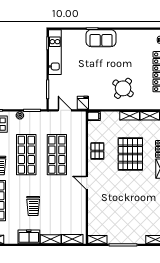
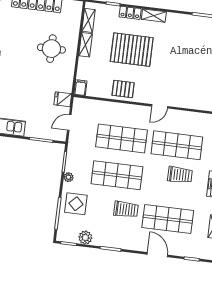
round table: (123, 88) -> (51, 49), turned -37
shop shelf: (57, 201) -> (177, 145), added

